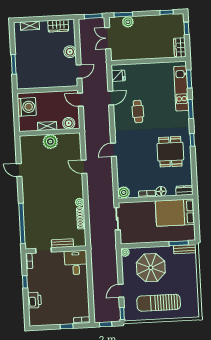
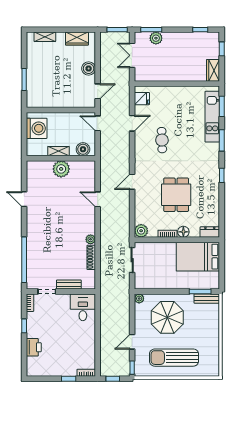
dining table: (170, 152) -> (176, 195), moved

